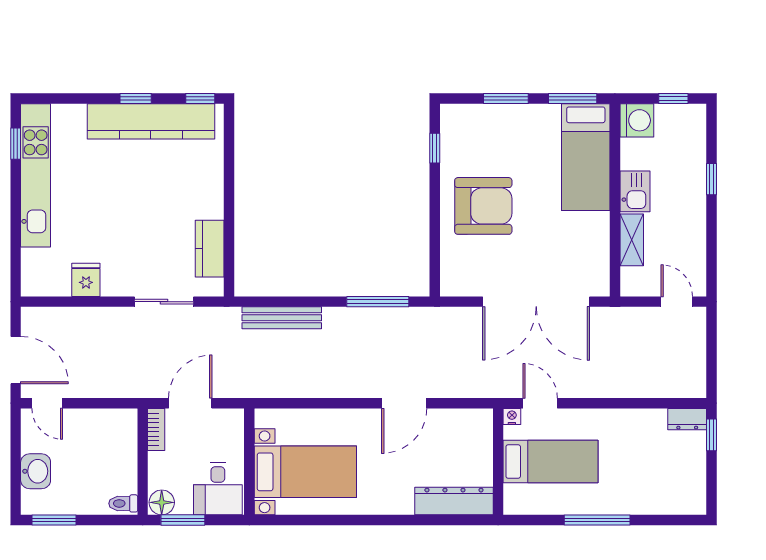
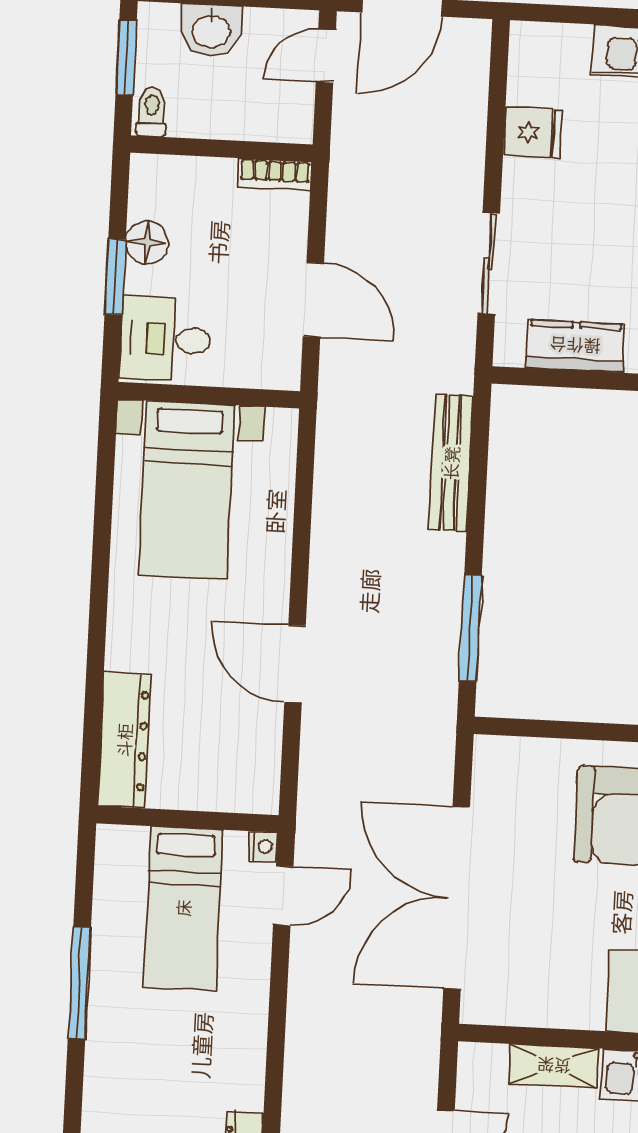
bookcase: (156, 430) -> (275, 174), moved
wall: (143, 462) -> (221, 149), moved
toilet: (123, 503) -> (152, 112), moved

